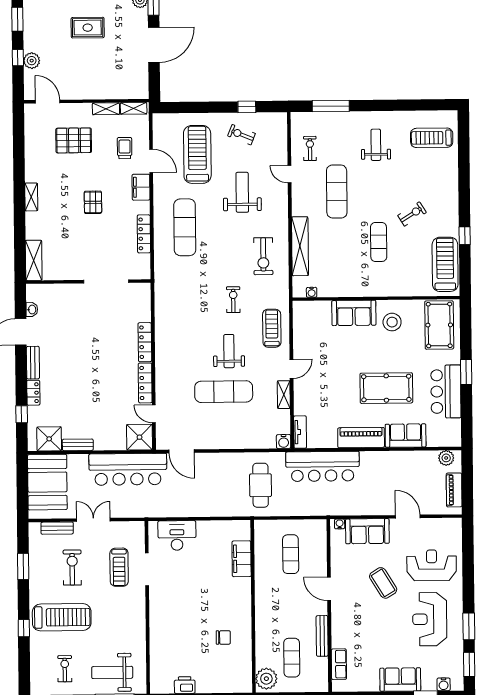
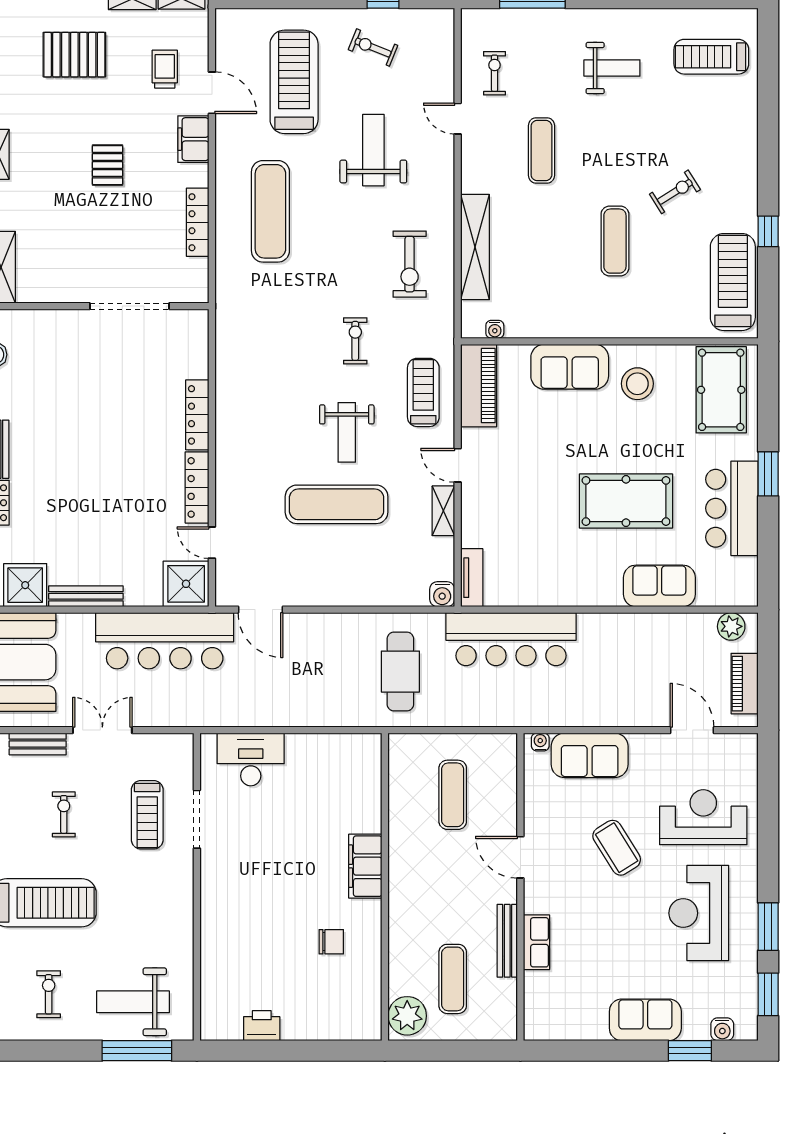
weight bench: (376, 145) -> (612, 68), turned 90
exercise mat: (337, 192) -> (541, 150), width x0.73, depth x0.69
weight bench: (229, 351) -> (347, 432), turned 180
door: (292, 369) -> (458, 465), swing flipped
piano: (361, 438) -> (479, 386), moved, turned 90
bench: (78, 445) -> (86, 596), width x1.36
door: (408, 517) -> (692, 730), moved
filing cabinet: (242, 559) -> (365, 866), moved
exercise bike: (72, 567) -> (64, 814), width x0.73, depth x0.72
row of seats: (339, 664) -> (536, 942), moved

